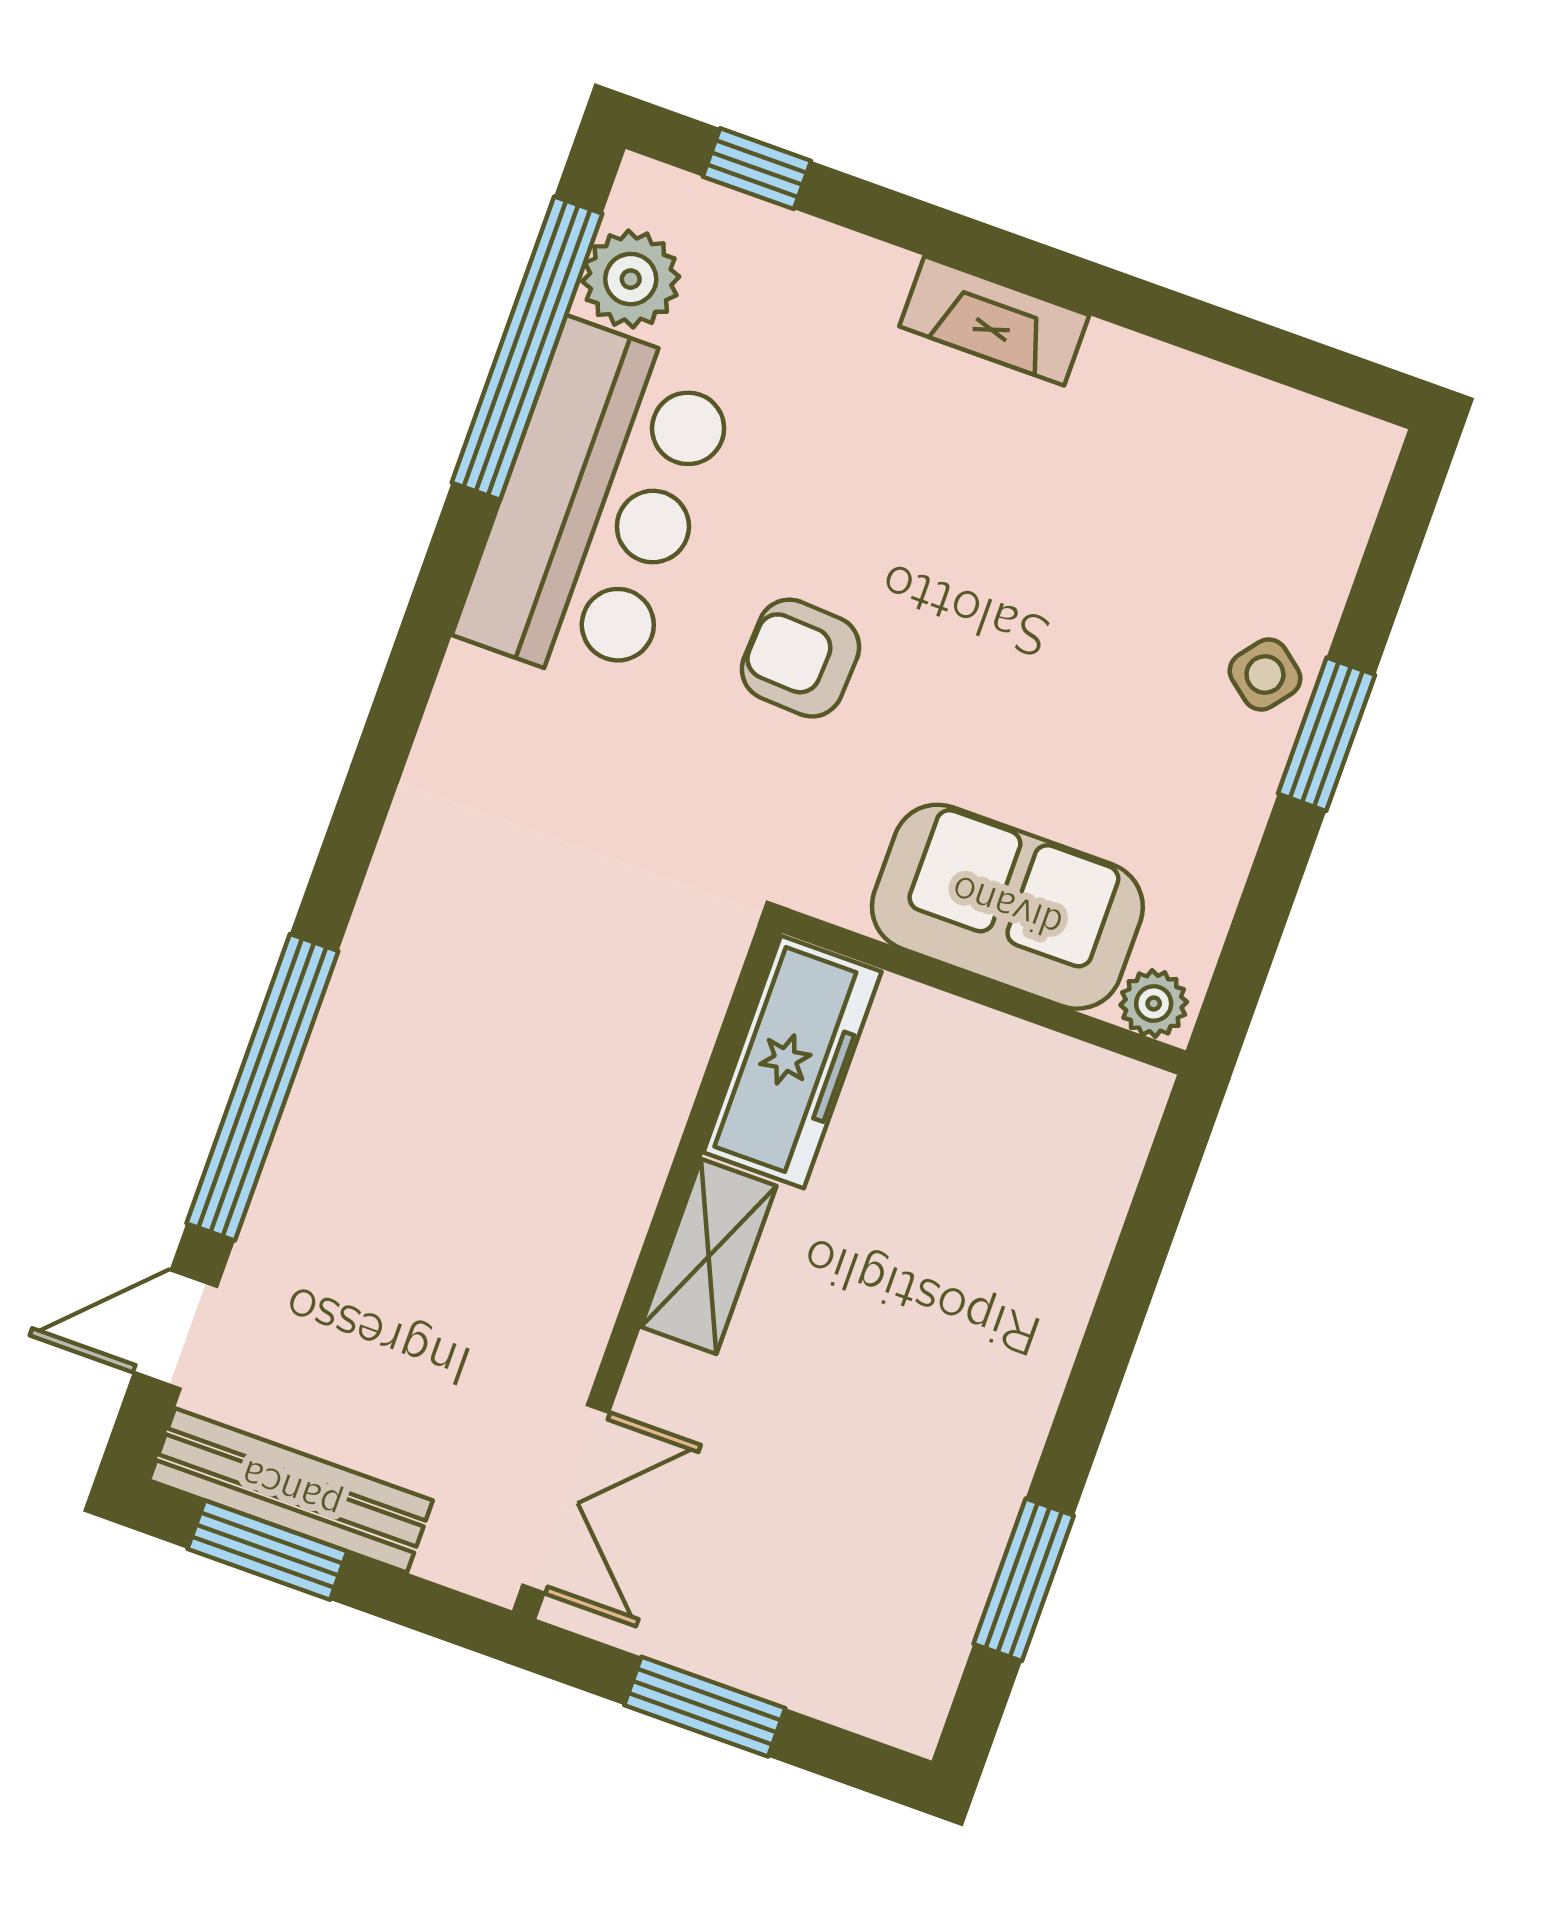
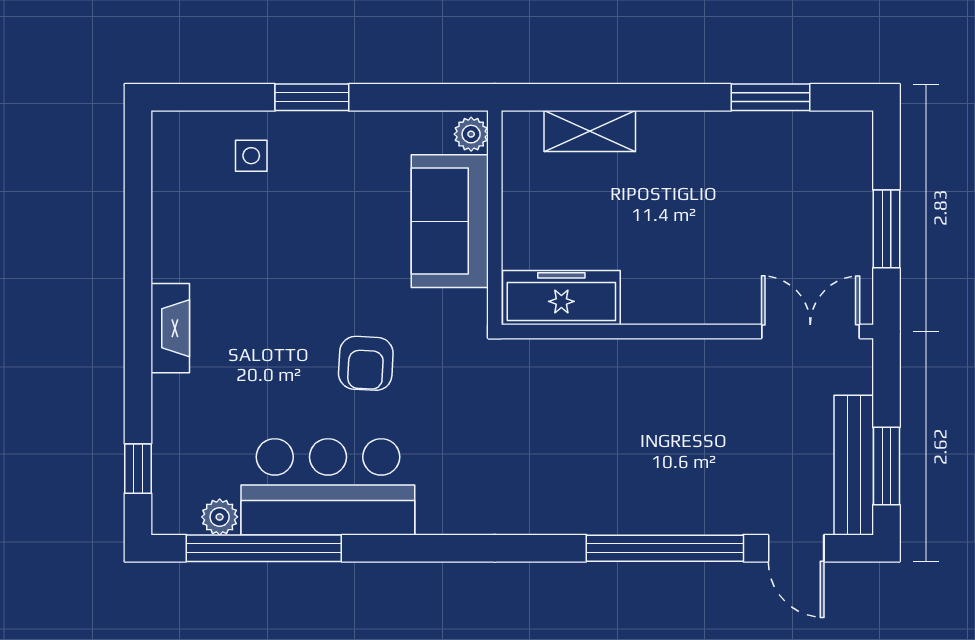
plant: (631, 279) -> (220, 517), width x0.73, depth x0.73
side table: (1265, 675) -> (251, 156), moved, turned -38
shelving: (709, 1256) -> (590, 131), moved

